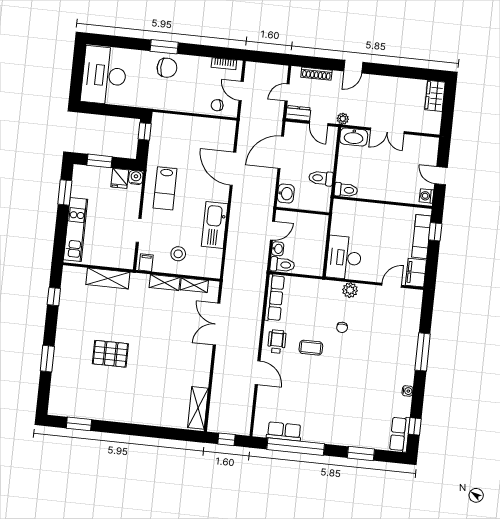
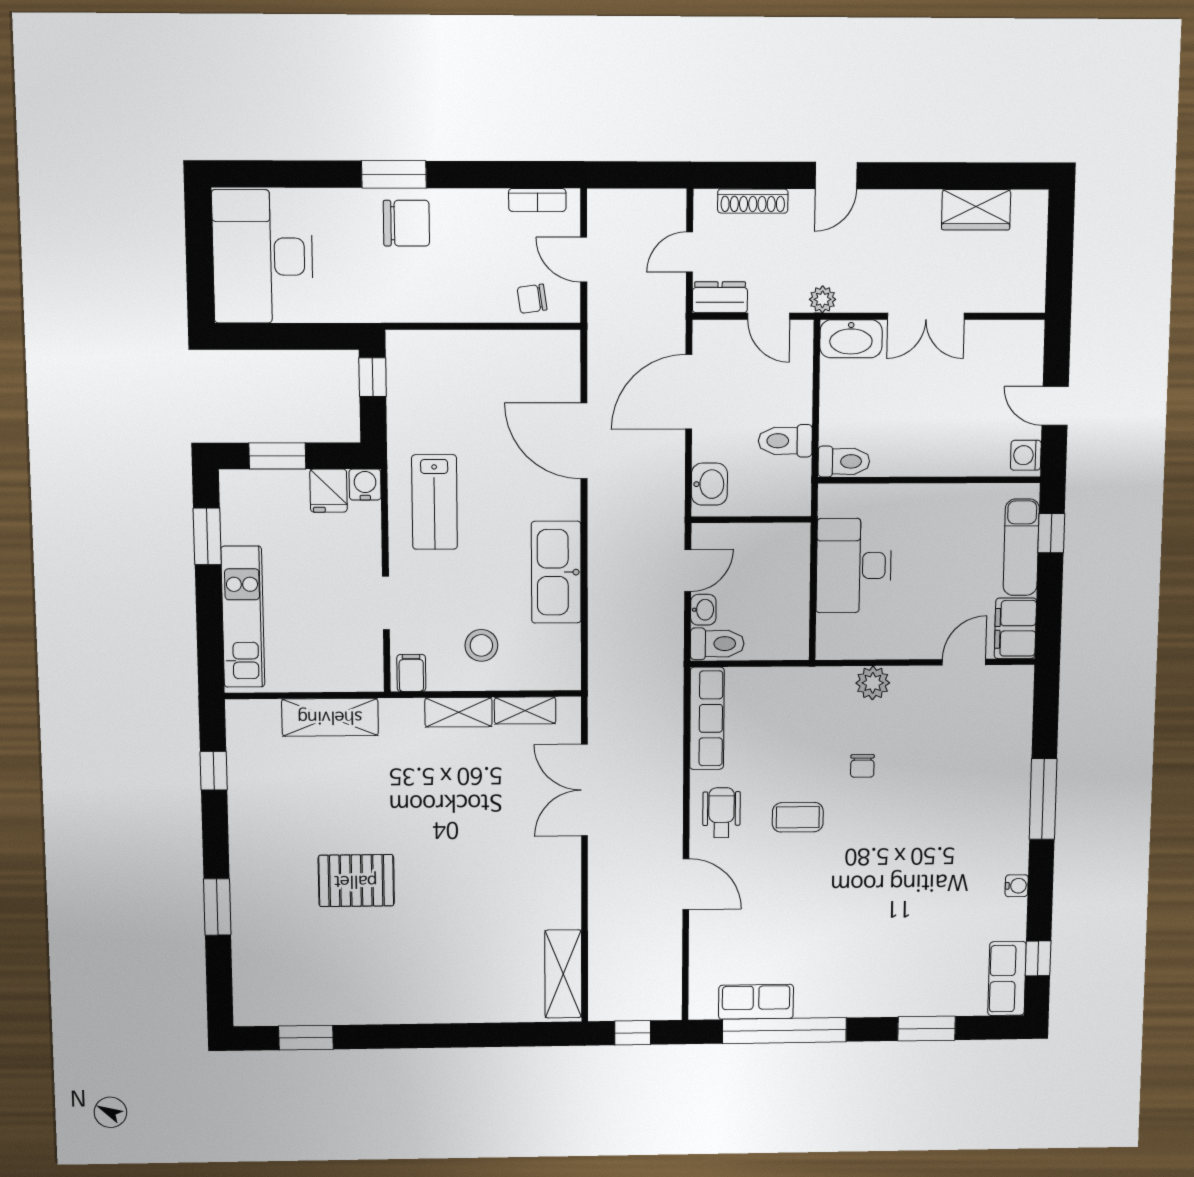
wardrobe: (435, 96) -> (976, 210), moved, turned -90
desk: (344, 258) -> (854, 566), moved

